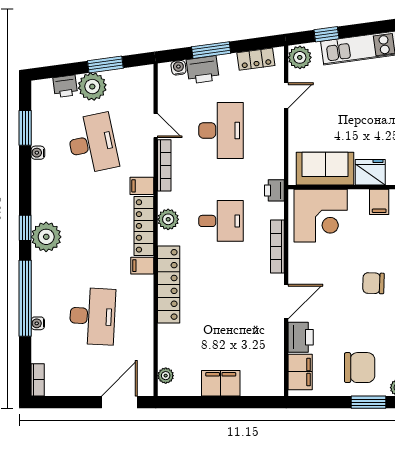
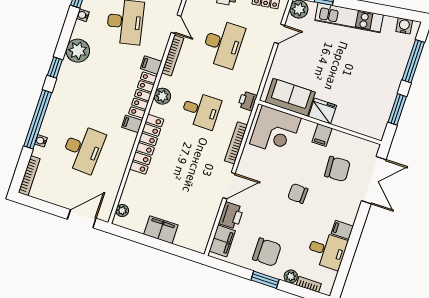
plant: (46, 237) -> (78, 51), moved
bookcase: (38, 380) -> (29, 176), width x1.56

